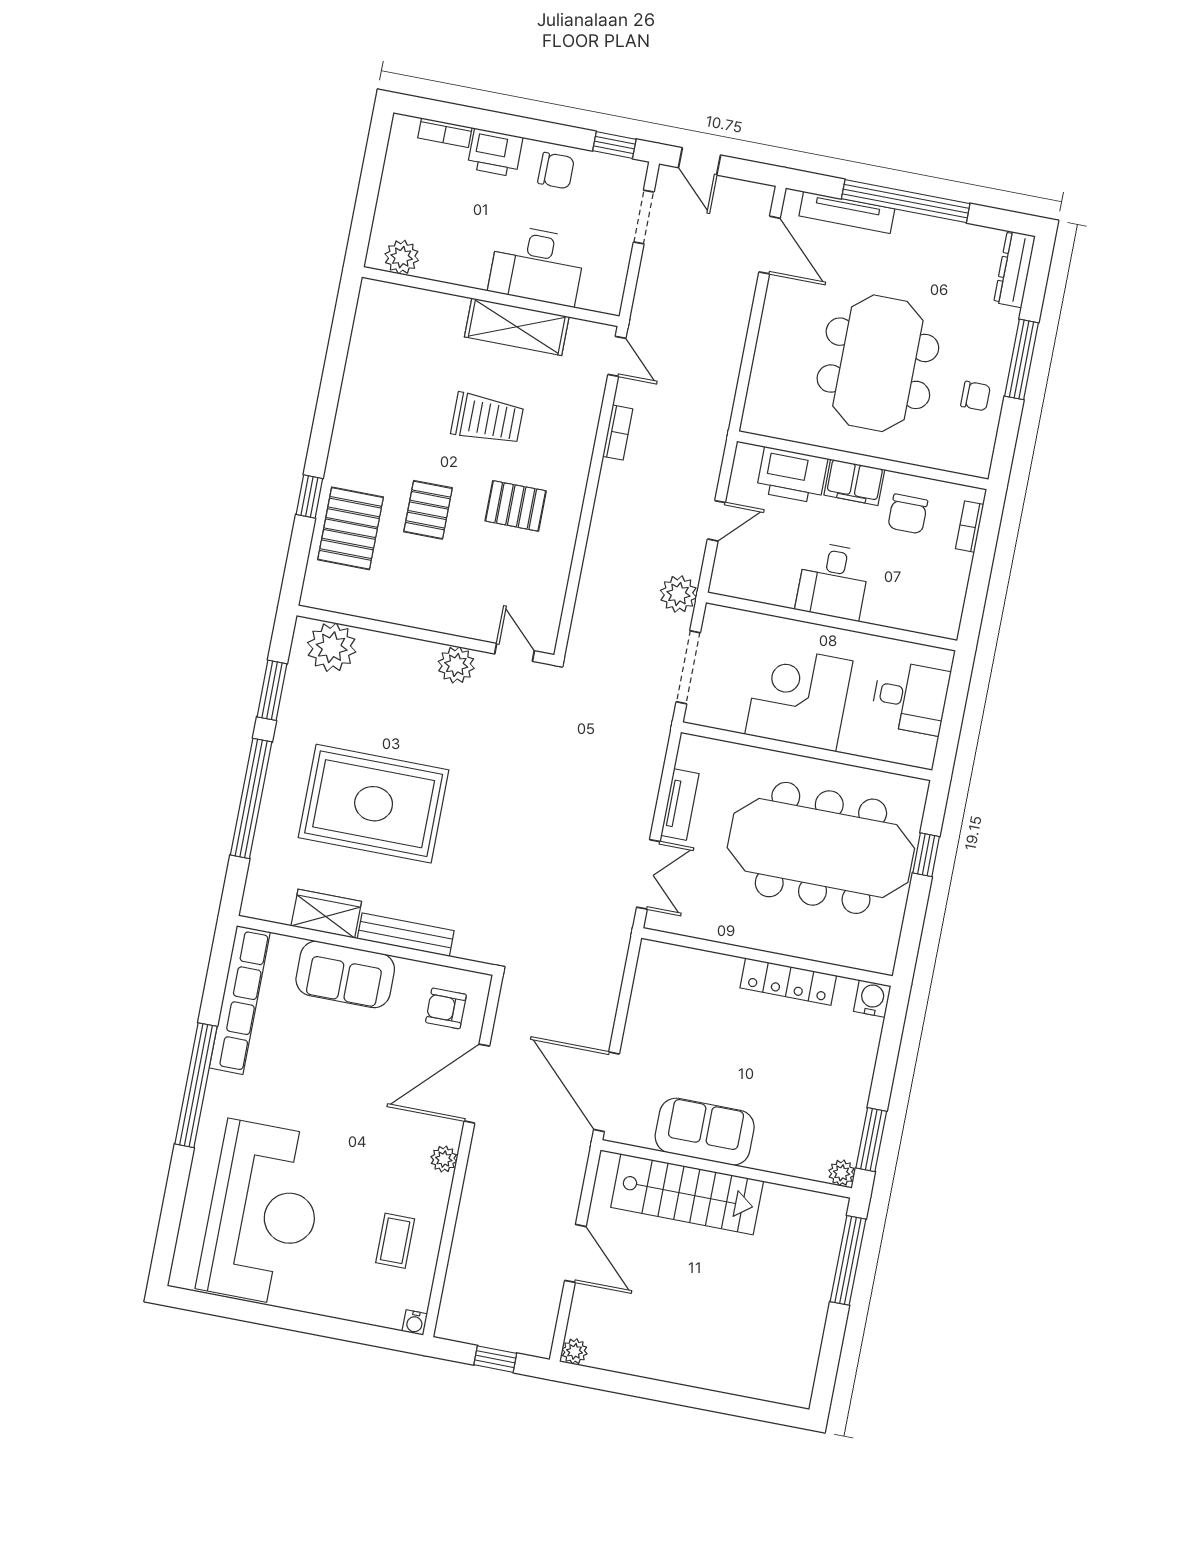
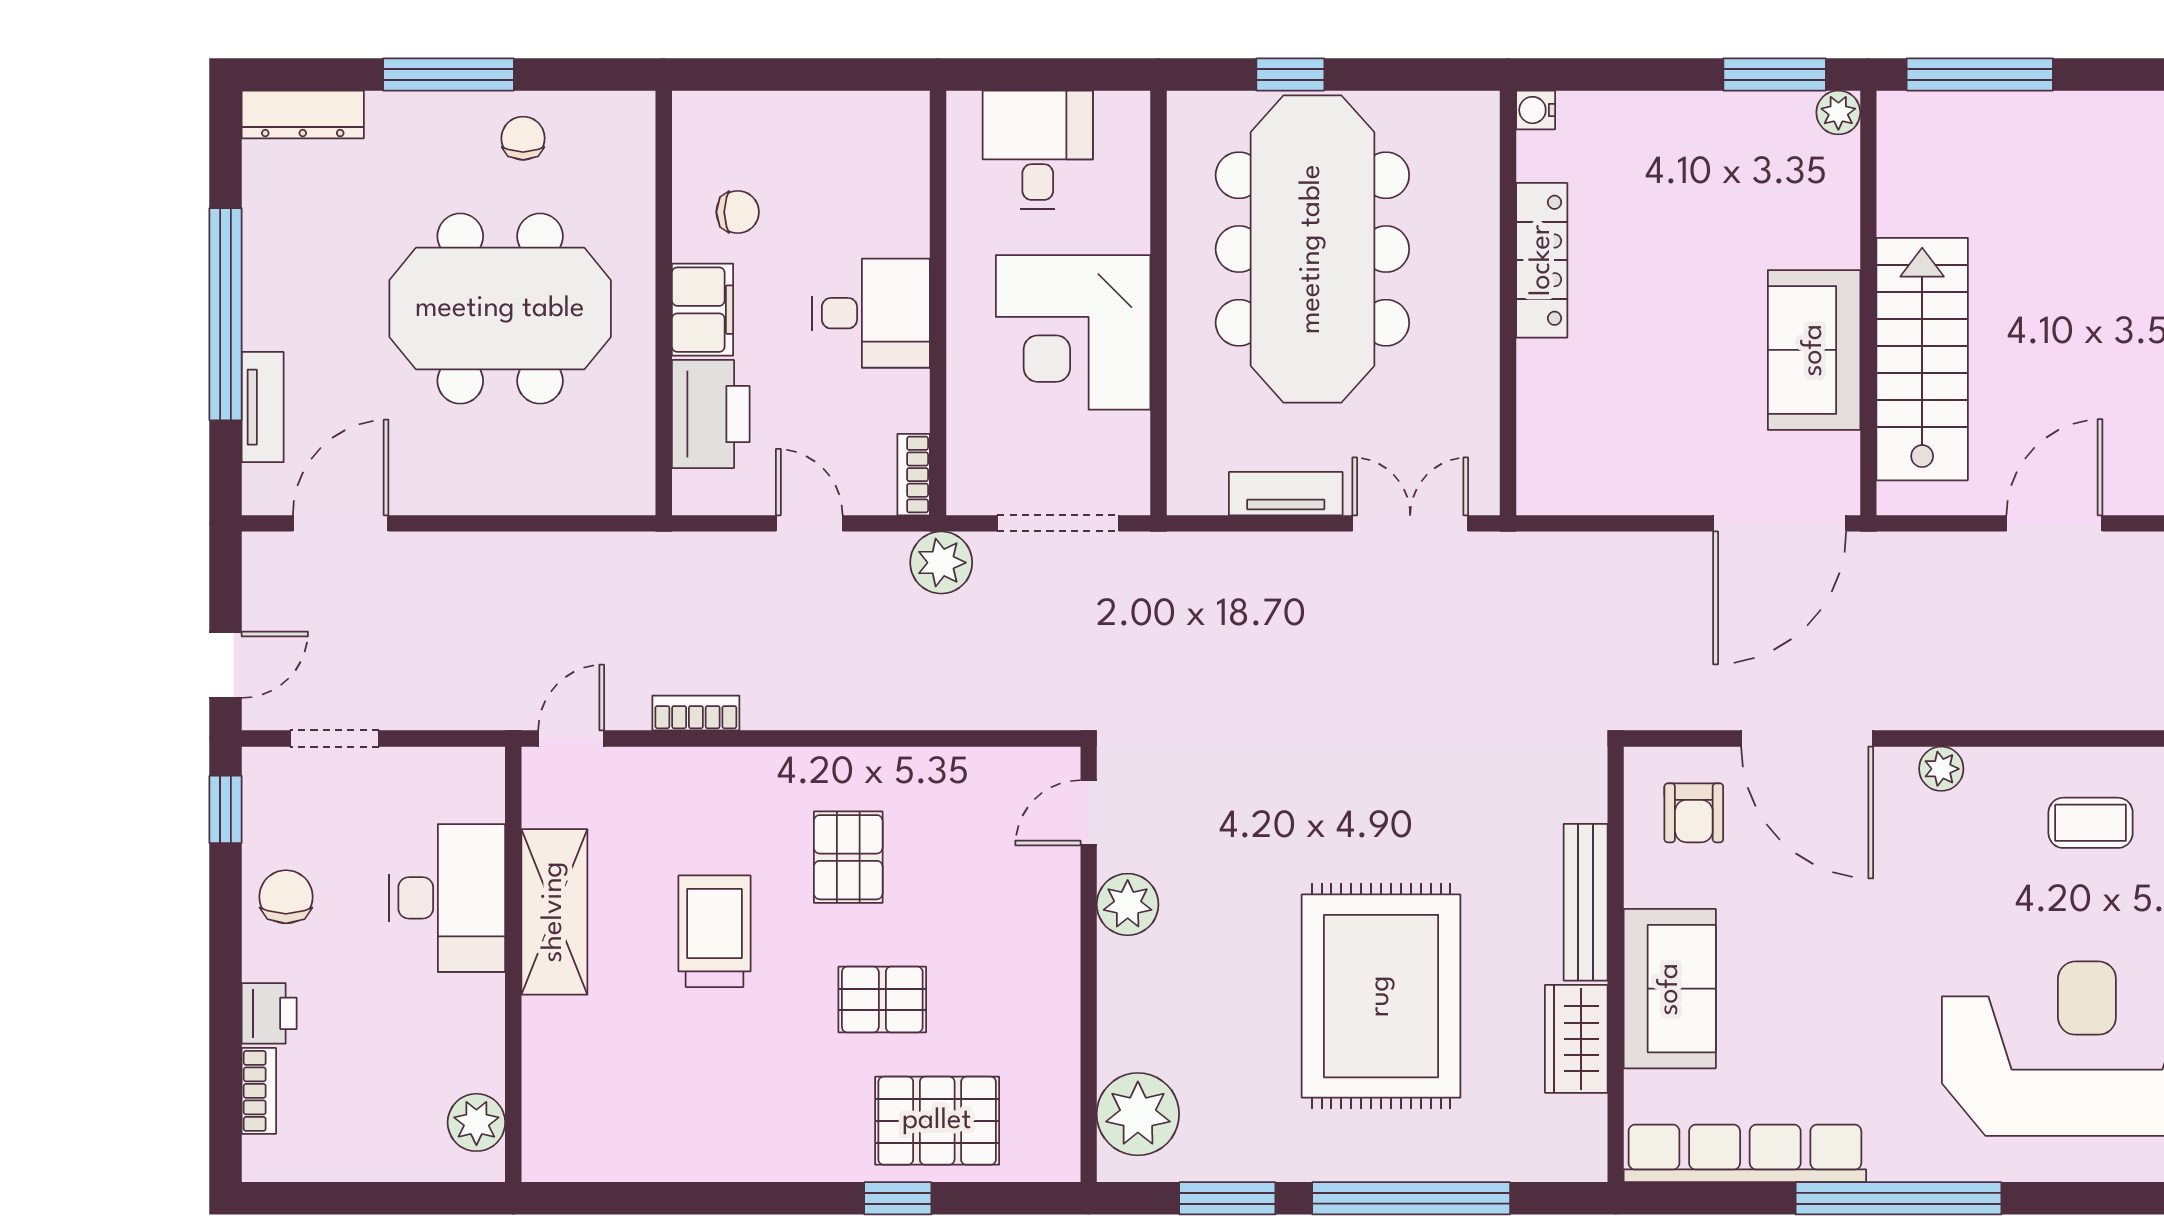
printer: (495, 153) -> (269, 1013), width x0.73, depth x0.81
tv unit: (847, 212) -> (263, 407), width x0.71
chair: (908, 514) -> (738, 212), width x0.73, depth x0.73
bookcase: (970, 527) -> (914, 475), moved, turned 90
water cooler: (872, 999) -> (1536, 110), width x0.72, depth x0.72

